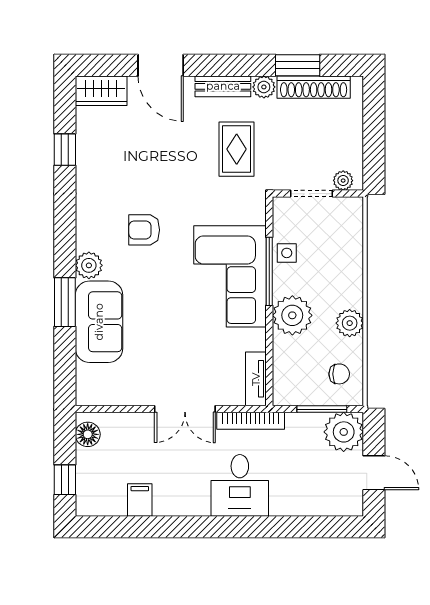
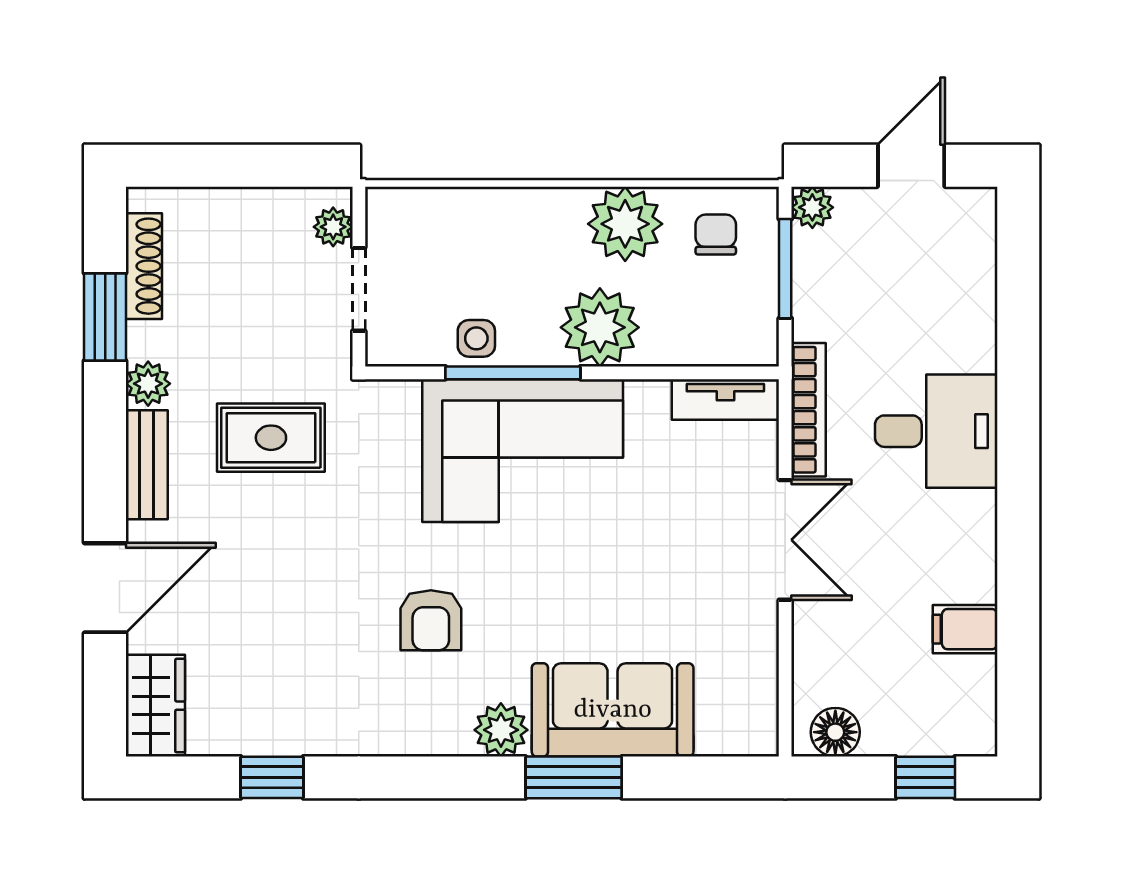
shoe rack: (314, 87) -> (144, 266), width x0.74, depth x0.81
plant: (350, 323) -> (625, 224), width x1.36, depth x1.36
plant: (344, 432) -> (812, 207), width x0.53, depth x0.53

